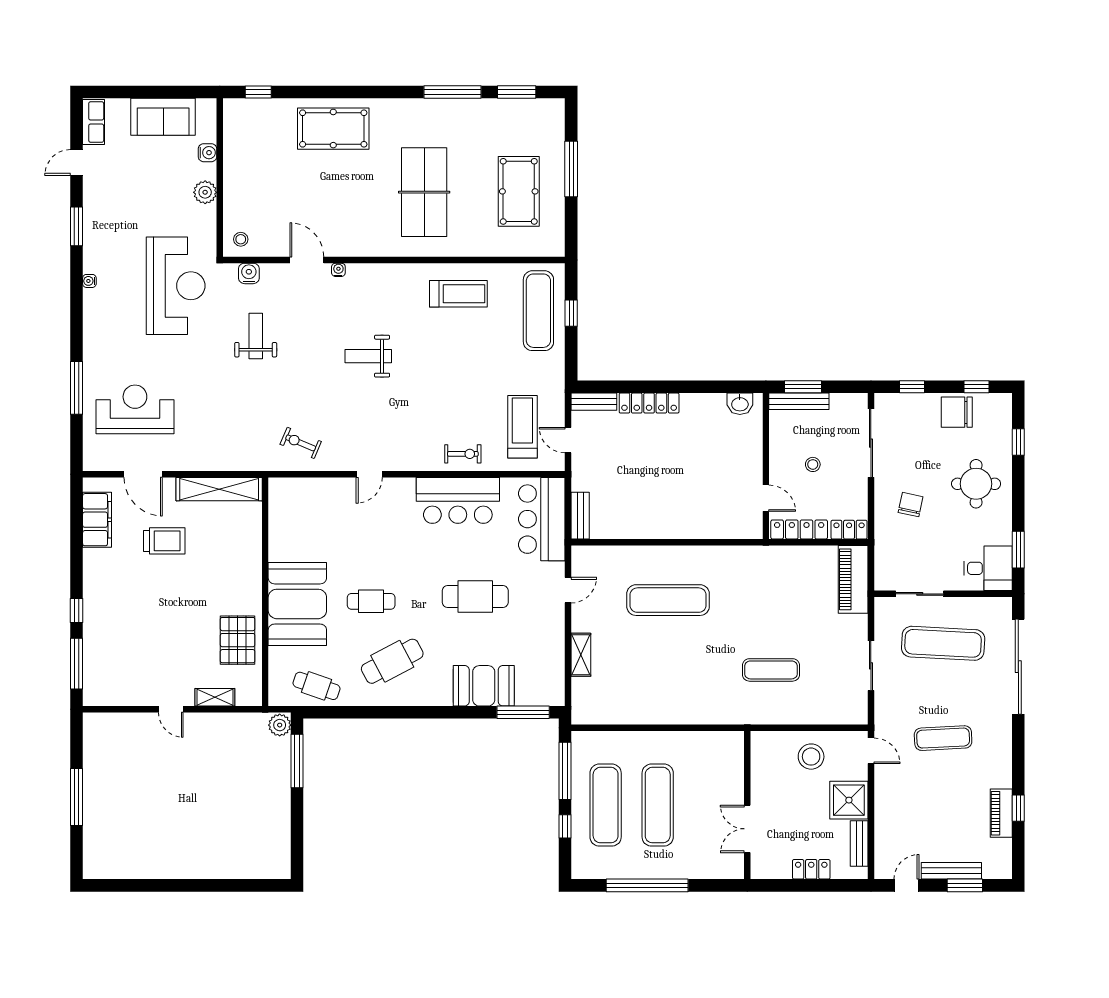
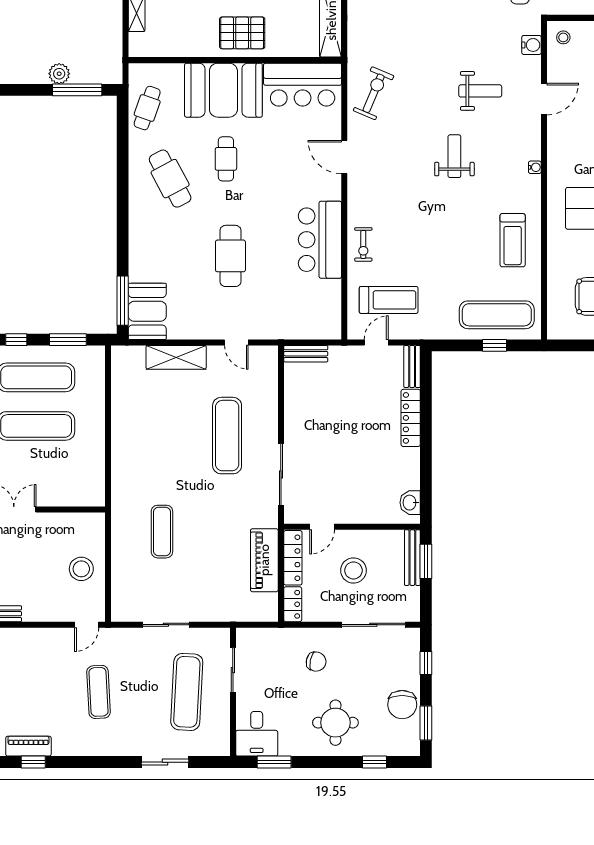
water cooler: (338, 270) -> (535, 167), moved
weight bench: (256, 336) -> (480, 91), moved
window: (976, 387) -> (426, 723), width x1.50
chair: (957, 412) -> (402, 705), turned 180
exercise bike: (301, 443) -> (374, 93), width x1.38, depth x1.39
stool: (813, 464) -> (353, 570), width x1.89, depth x1.89
door: (369, 474) -> (344, 157), width x1.38
bar counter: (542, 519) -> (303, 85), moved, turned 180
sliding door: (710, 542) -> (281, 474), added
piano: (853, 579) -> (264, 560), moved, turned -90
pallet: (238, 640) -> (242, 33), moved
shelving: (581, 655) -> (176, 357), width x1.50, depth x1.33
sliding door: (1018, 667) -> (165, 762), width x0.54
booth: (484, 686) -> (147, 311), moved
plant: (280, 725) -> (59, 74), moved
window: (565, 771) -> (68, 340), width x0.69
shower: (849, 800) -> (41, 604), removed

